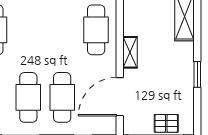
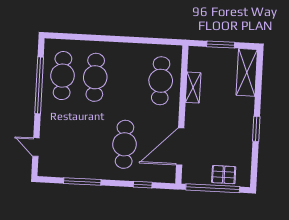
shelving: (130, 52) -> (193, 88), moved
cafe table: (28, 97) -> (95, 77), moved

